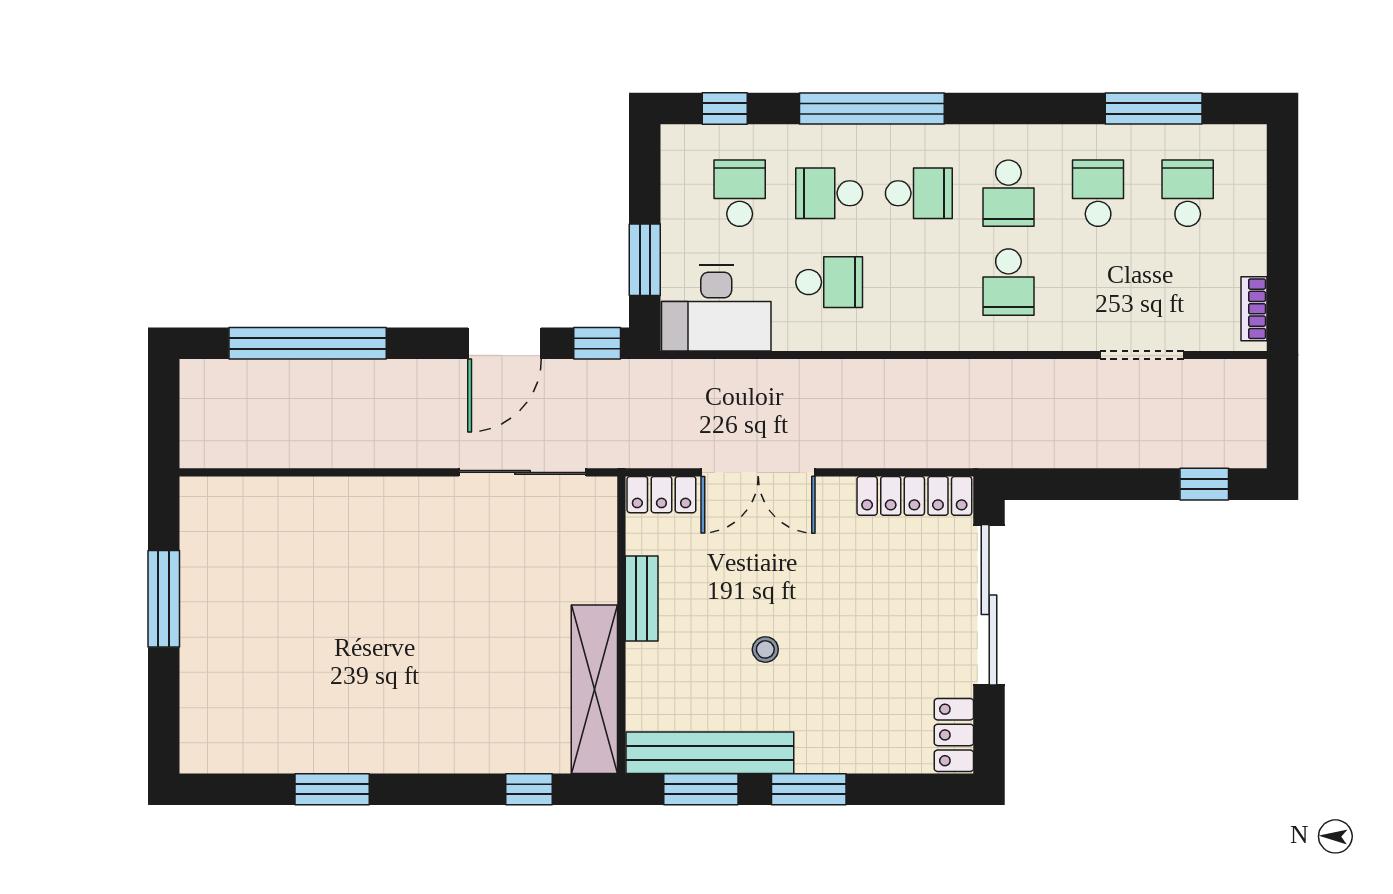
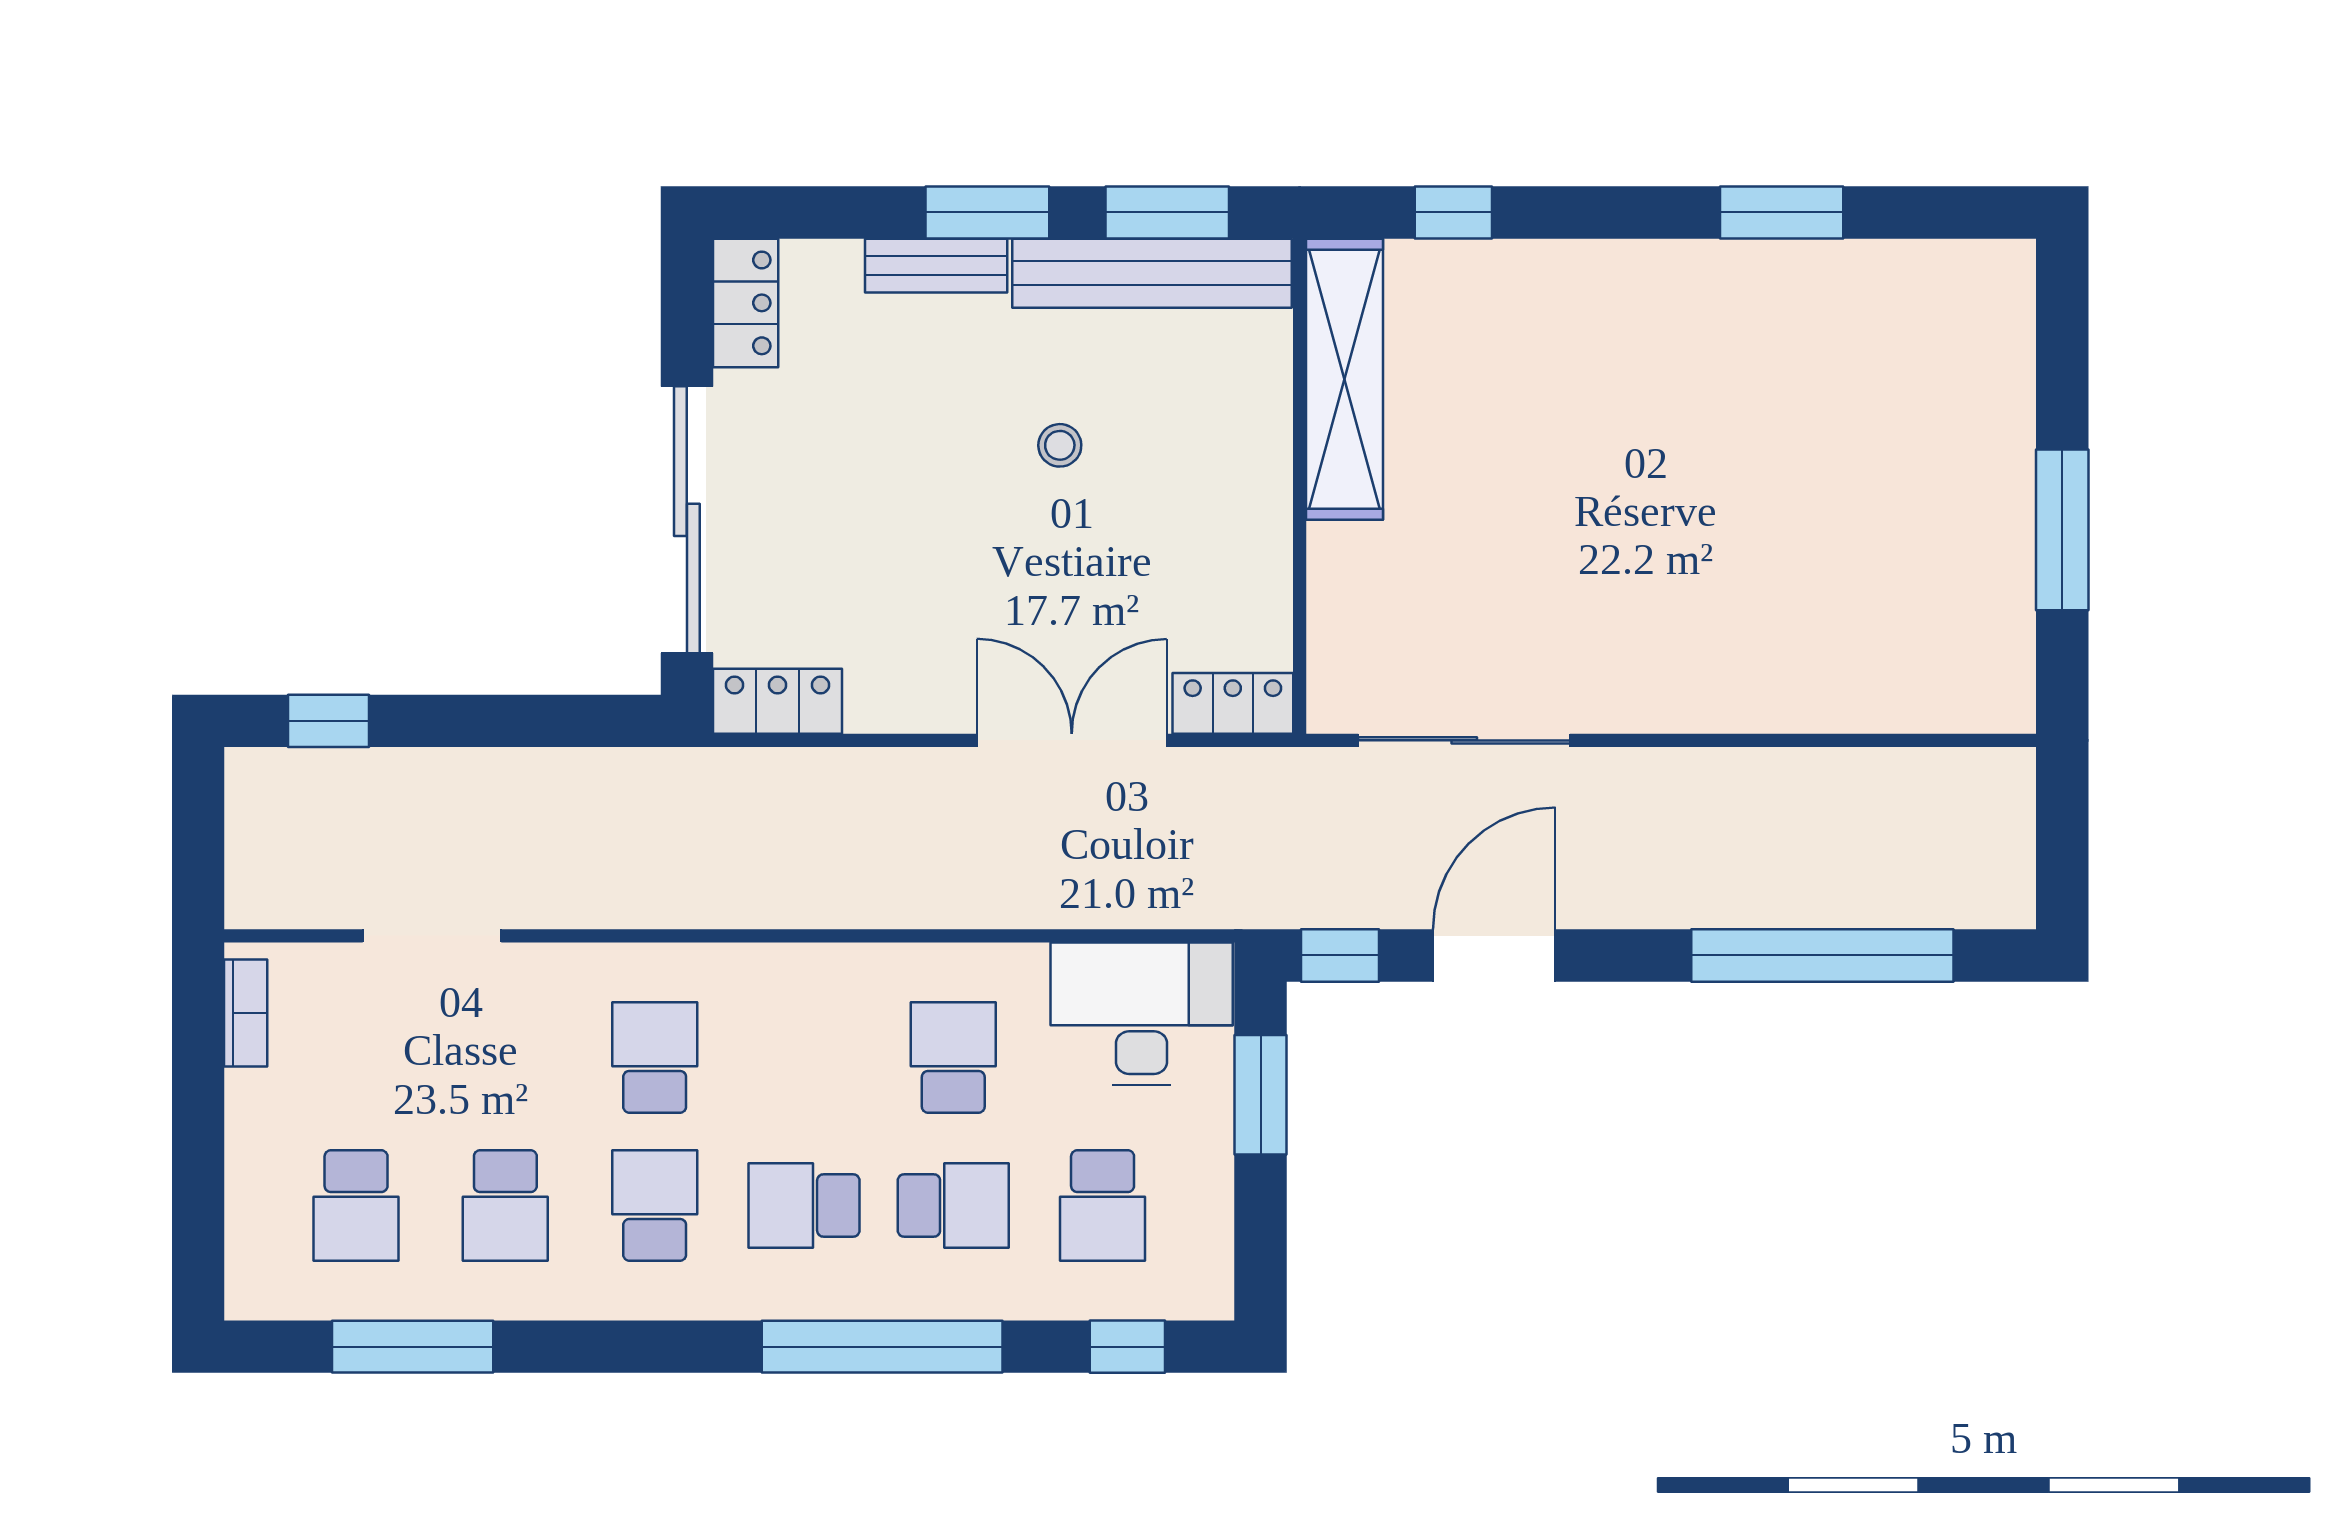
school desk: (829, 282) -> (953, 1057), turned 90
locker: (914, 496) -> (777, 701), width x0.66
bench: (642, 599) -> (936, 266), moved, turned 90

